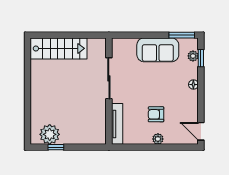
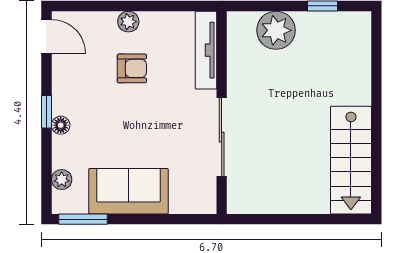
stairs: (59, 48) -> (351, 160), moved, turned -90
window: (201, 58) -> (46, 112), moved
plant: (50, 134) -> (276, 30), moved

